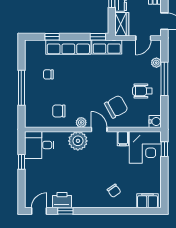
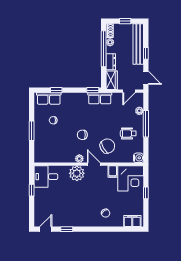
row of seats: (68, 47) -> (49, 98), moved, width x0.68
window: (21, 88) -> (32, 131), width x0.69
chair: (59, 111) -> (82, 135), moved
window: (164, 149) -> (146, 193), moved
printer: (62, 200) -> (64, 221), removed

